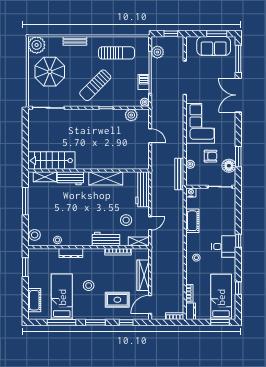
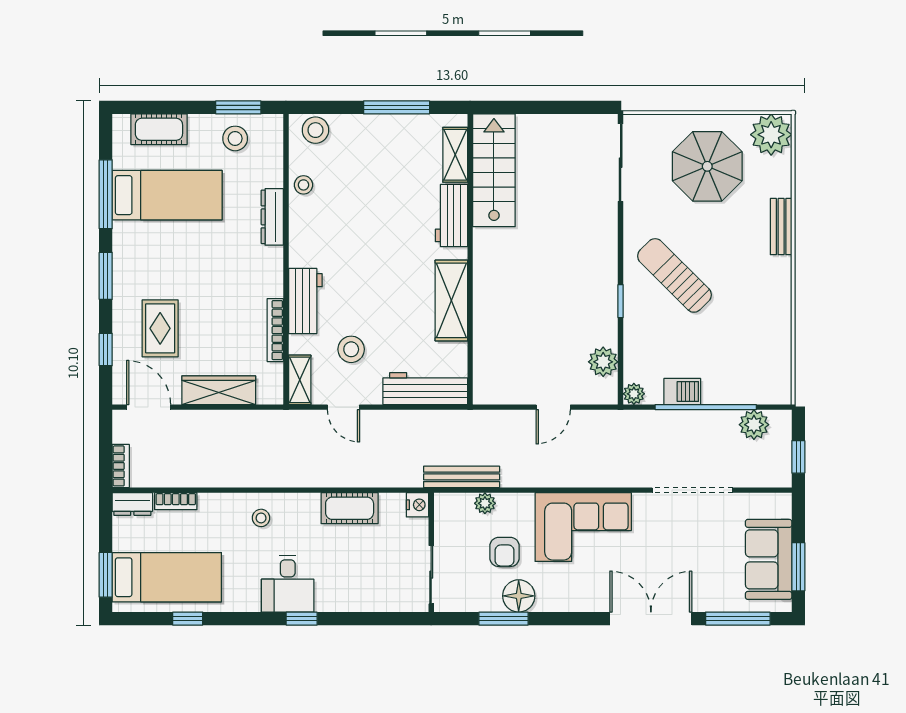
sun lounger: (117, 53) -> (752, 327), removed
floor lamp: (229, 166) -> (519, 596), moved
stool: (89, 286) -> (235, 138), moved

